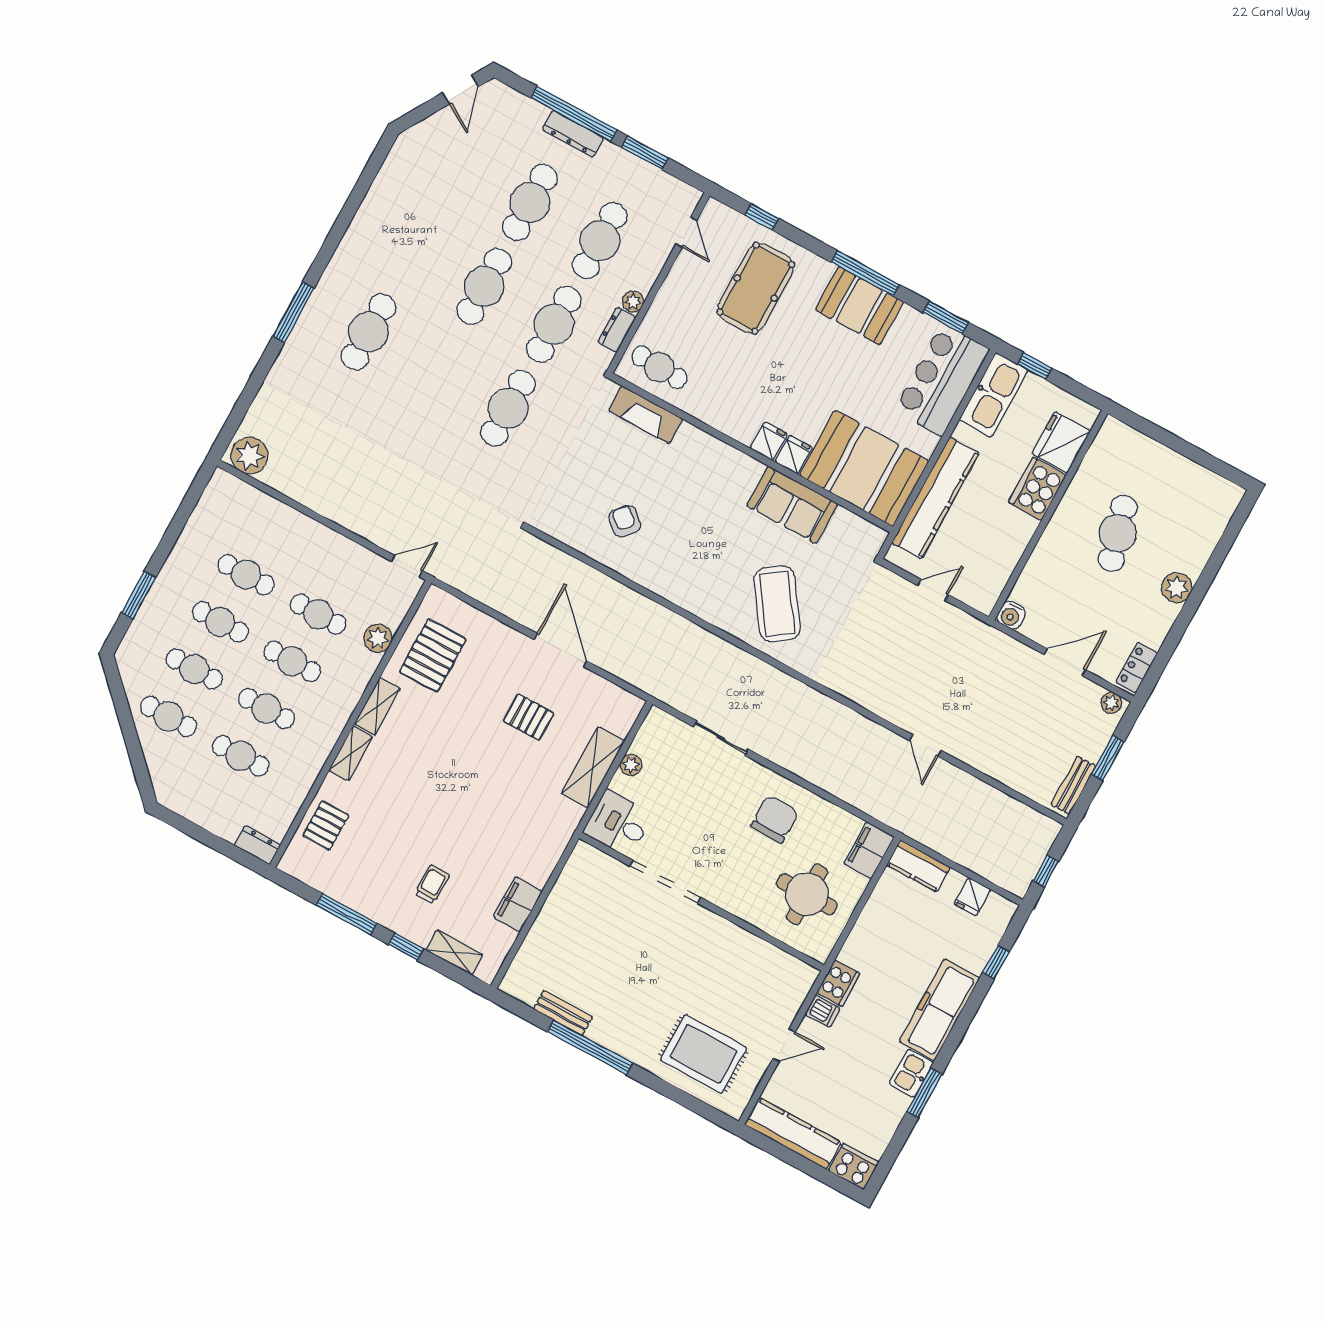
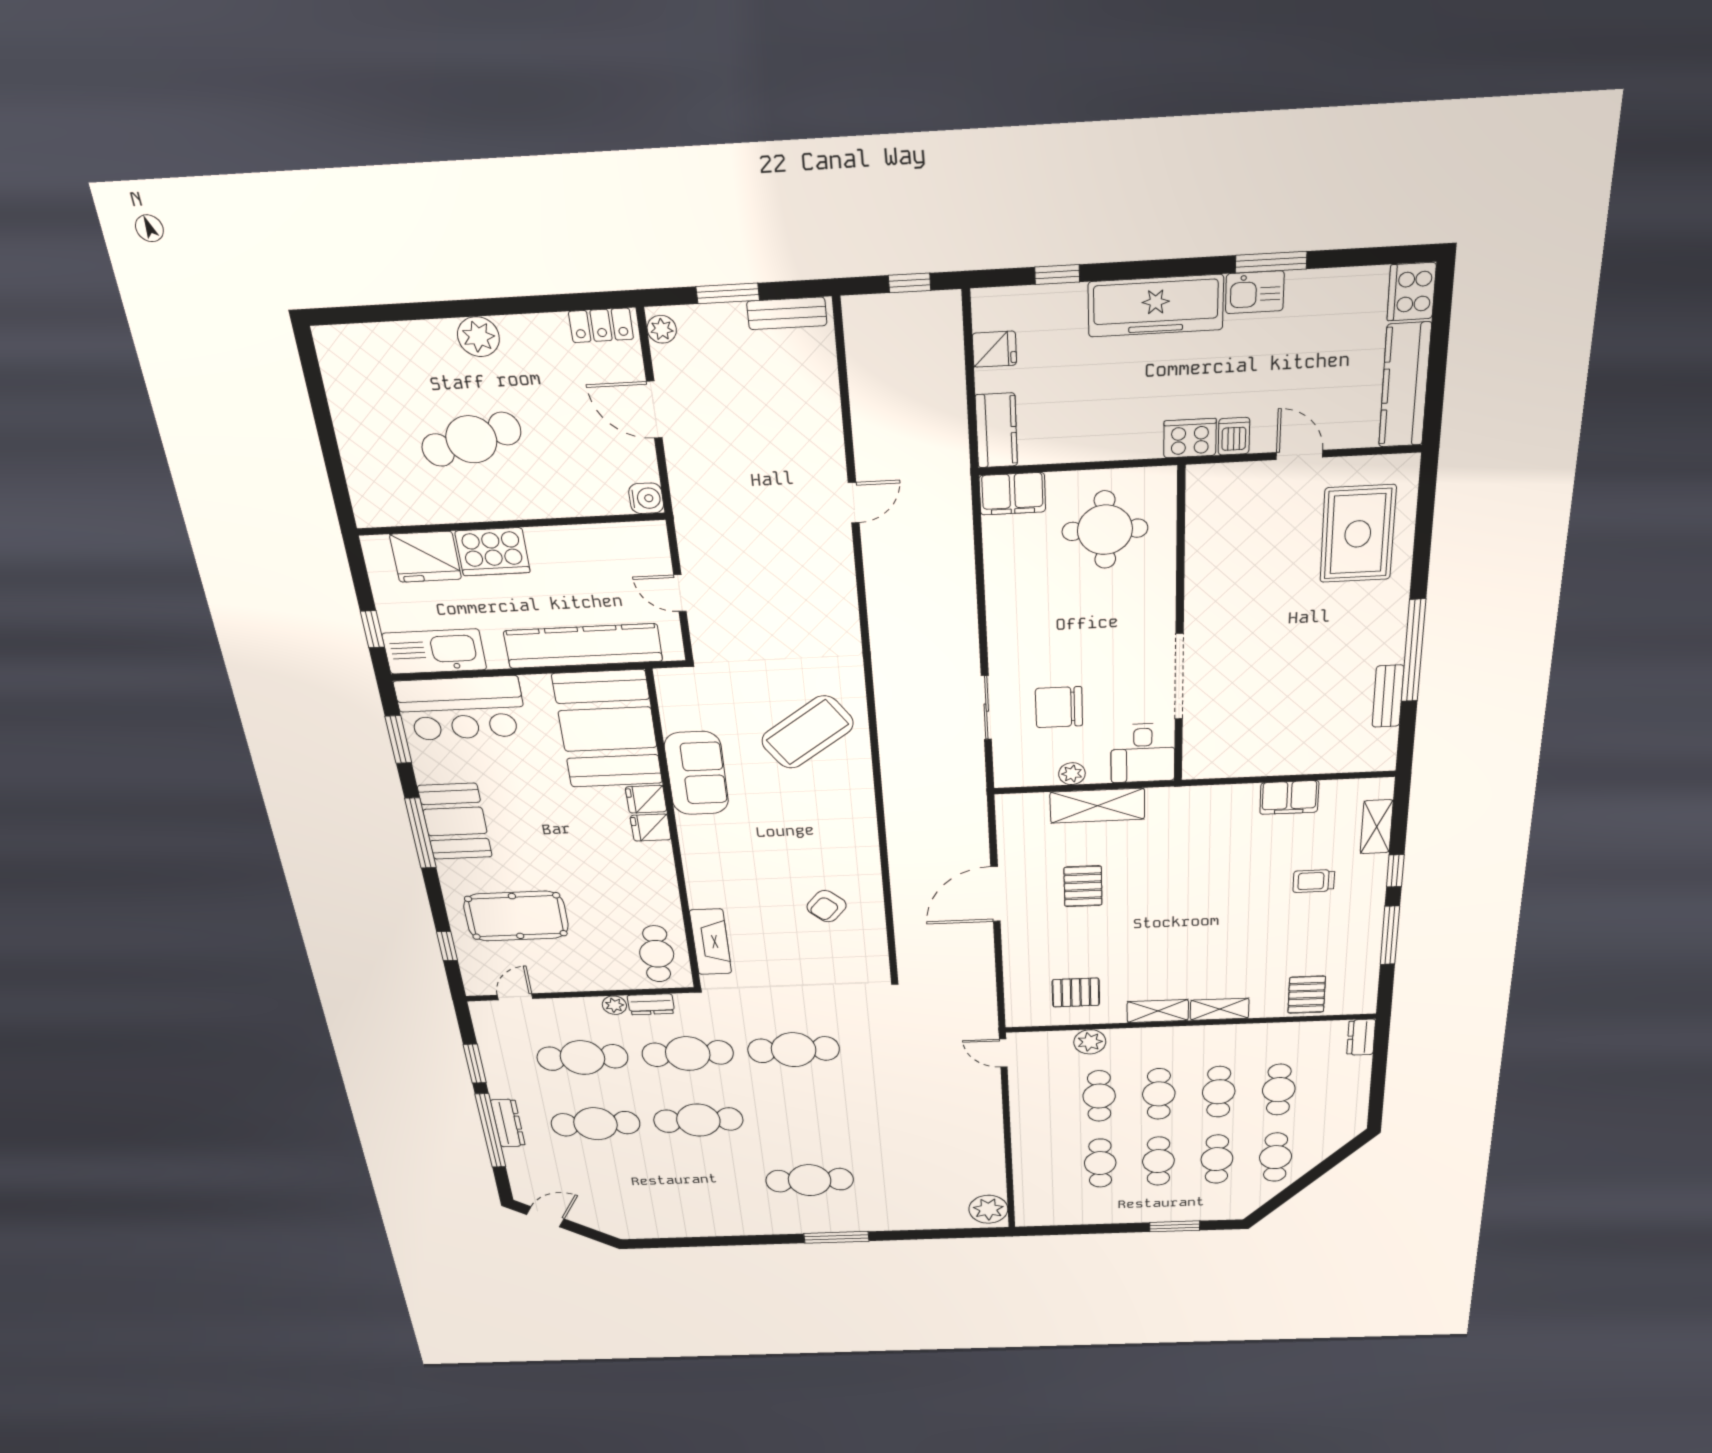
pallet: (433, 655) -> (1076, 992), width x0.67, depth x0.71
chair: (775, 819) -> (1059, 707), moved
pallet: (326, 825) -> (1307, 995), turned 90

